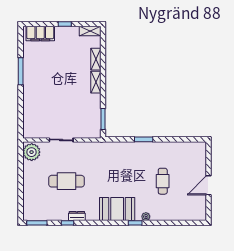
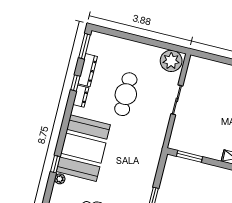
booth: (117, 209) -> (83, 148), width x1.36, depth x1.42
dresser: (55, 216) -> (88, 70), added

